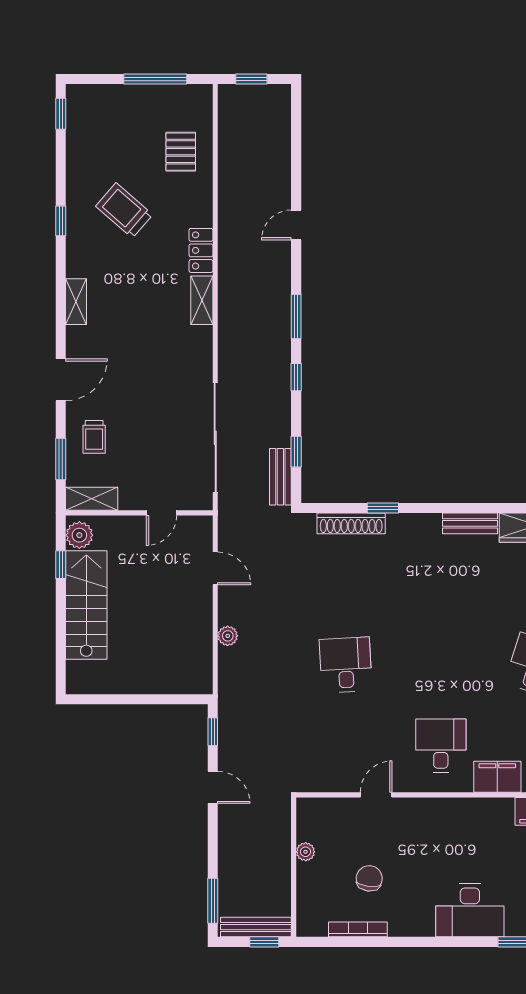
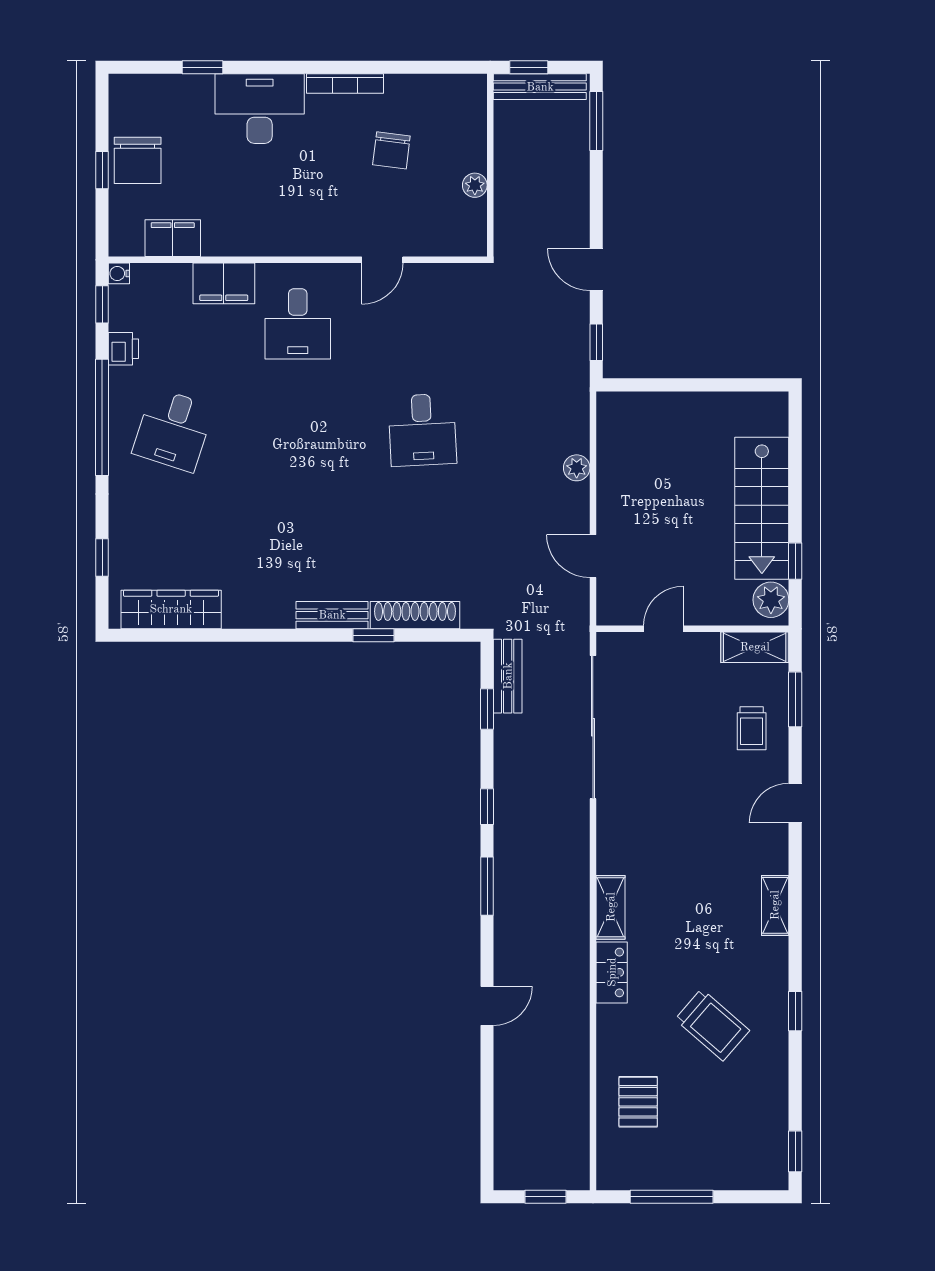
door: (61, 380) -> (795, 803), width x0.73
trolley: (94, 437) -> (752, 728), turned 180
bench: (470, 523) -> (332, 615), moved
bookcase: (358, 929) -> (345, 83), moved

